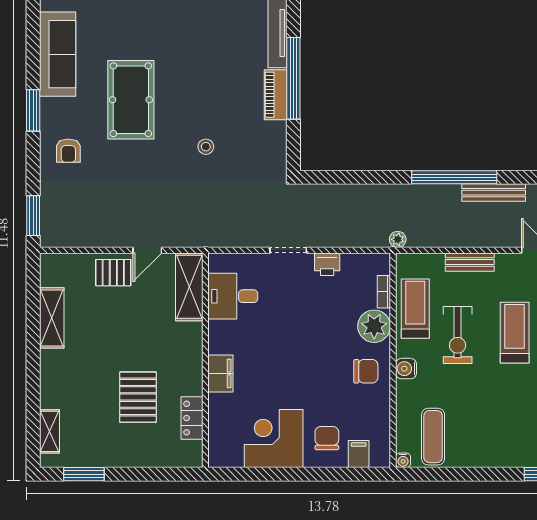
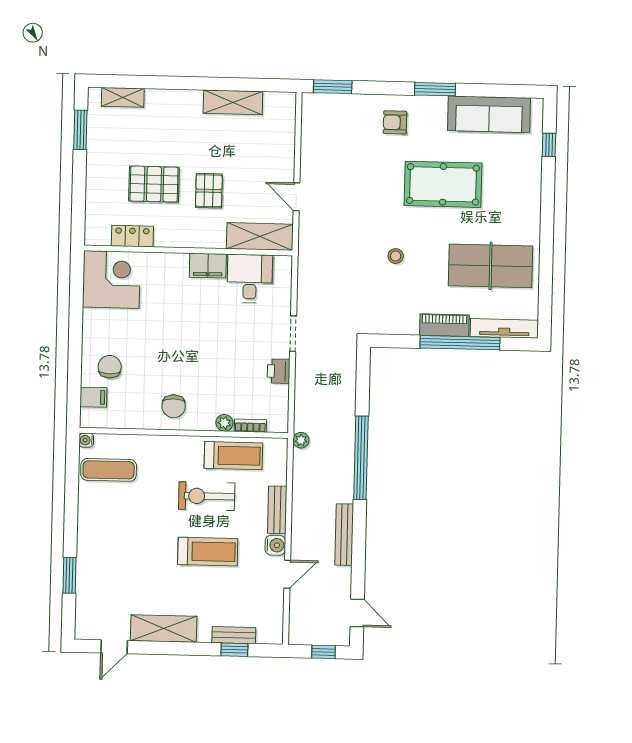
table tennis table: (214, 49) -> (491, 266), added
window: (454, 177) -> (361, 458), moved
pallet: (113, 273) -> (209, 191), moved
plant: (374, 326) -> (224, 423), width x0.53, depth x0.53
water cooler: (406, 369) -> (275, 545), moved, turned 90
filing cabinet: (220, 373) -> (208, 266), moved
corner desk: (274, 438) -> (111, 280), moved
chair: (327, 438) -> (110, 367), turned -90

